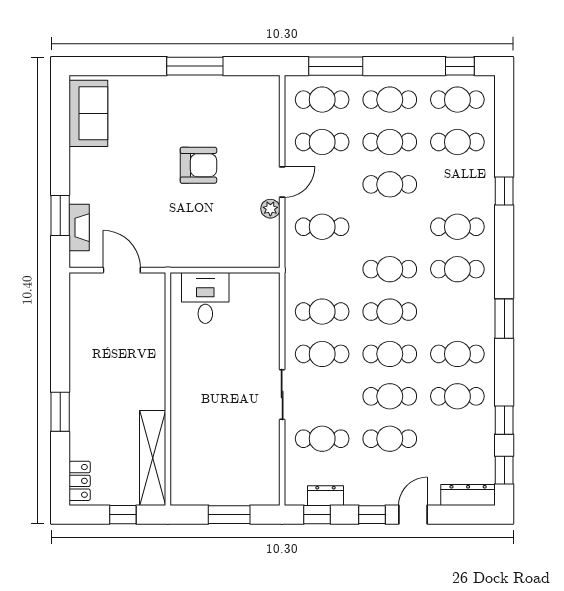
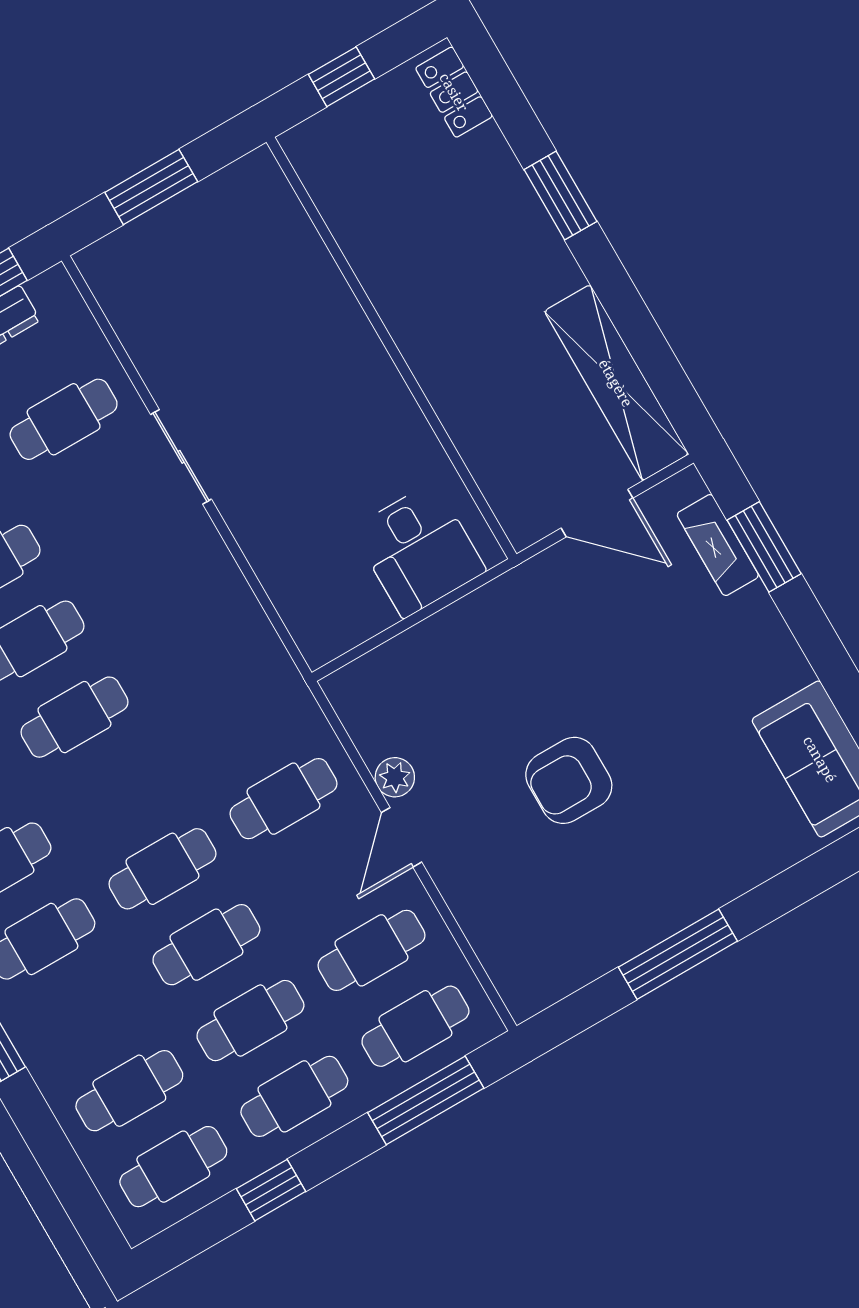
window: (460, 66) -> (271, 1190), moved
cafe table: (390, 269) -> (162, 869), moved
cafe table: (322, 312) -> (196, 647), removed
cafe table: (322, 354) -> (152, 571), removed
shelving: (153, 458) -> (616, 383), moved

